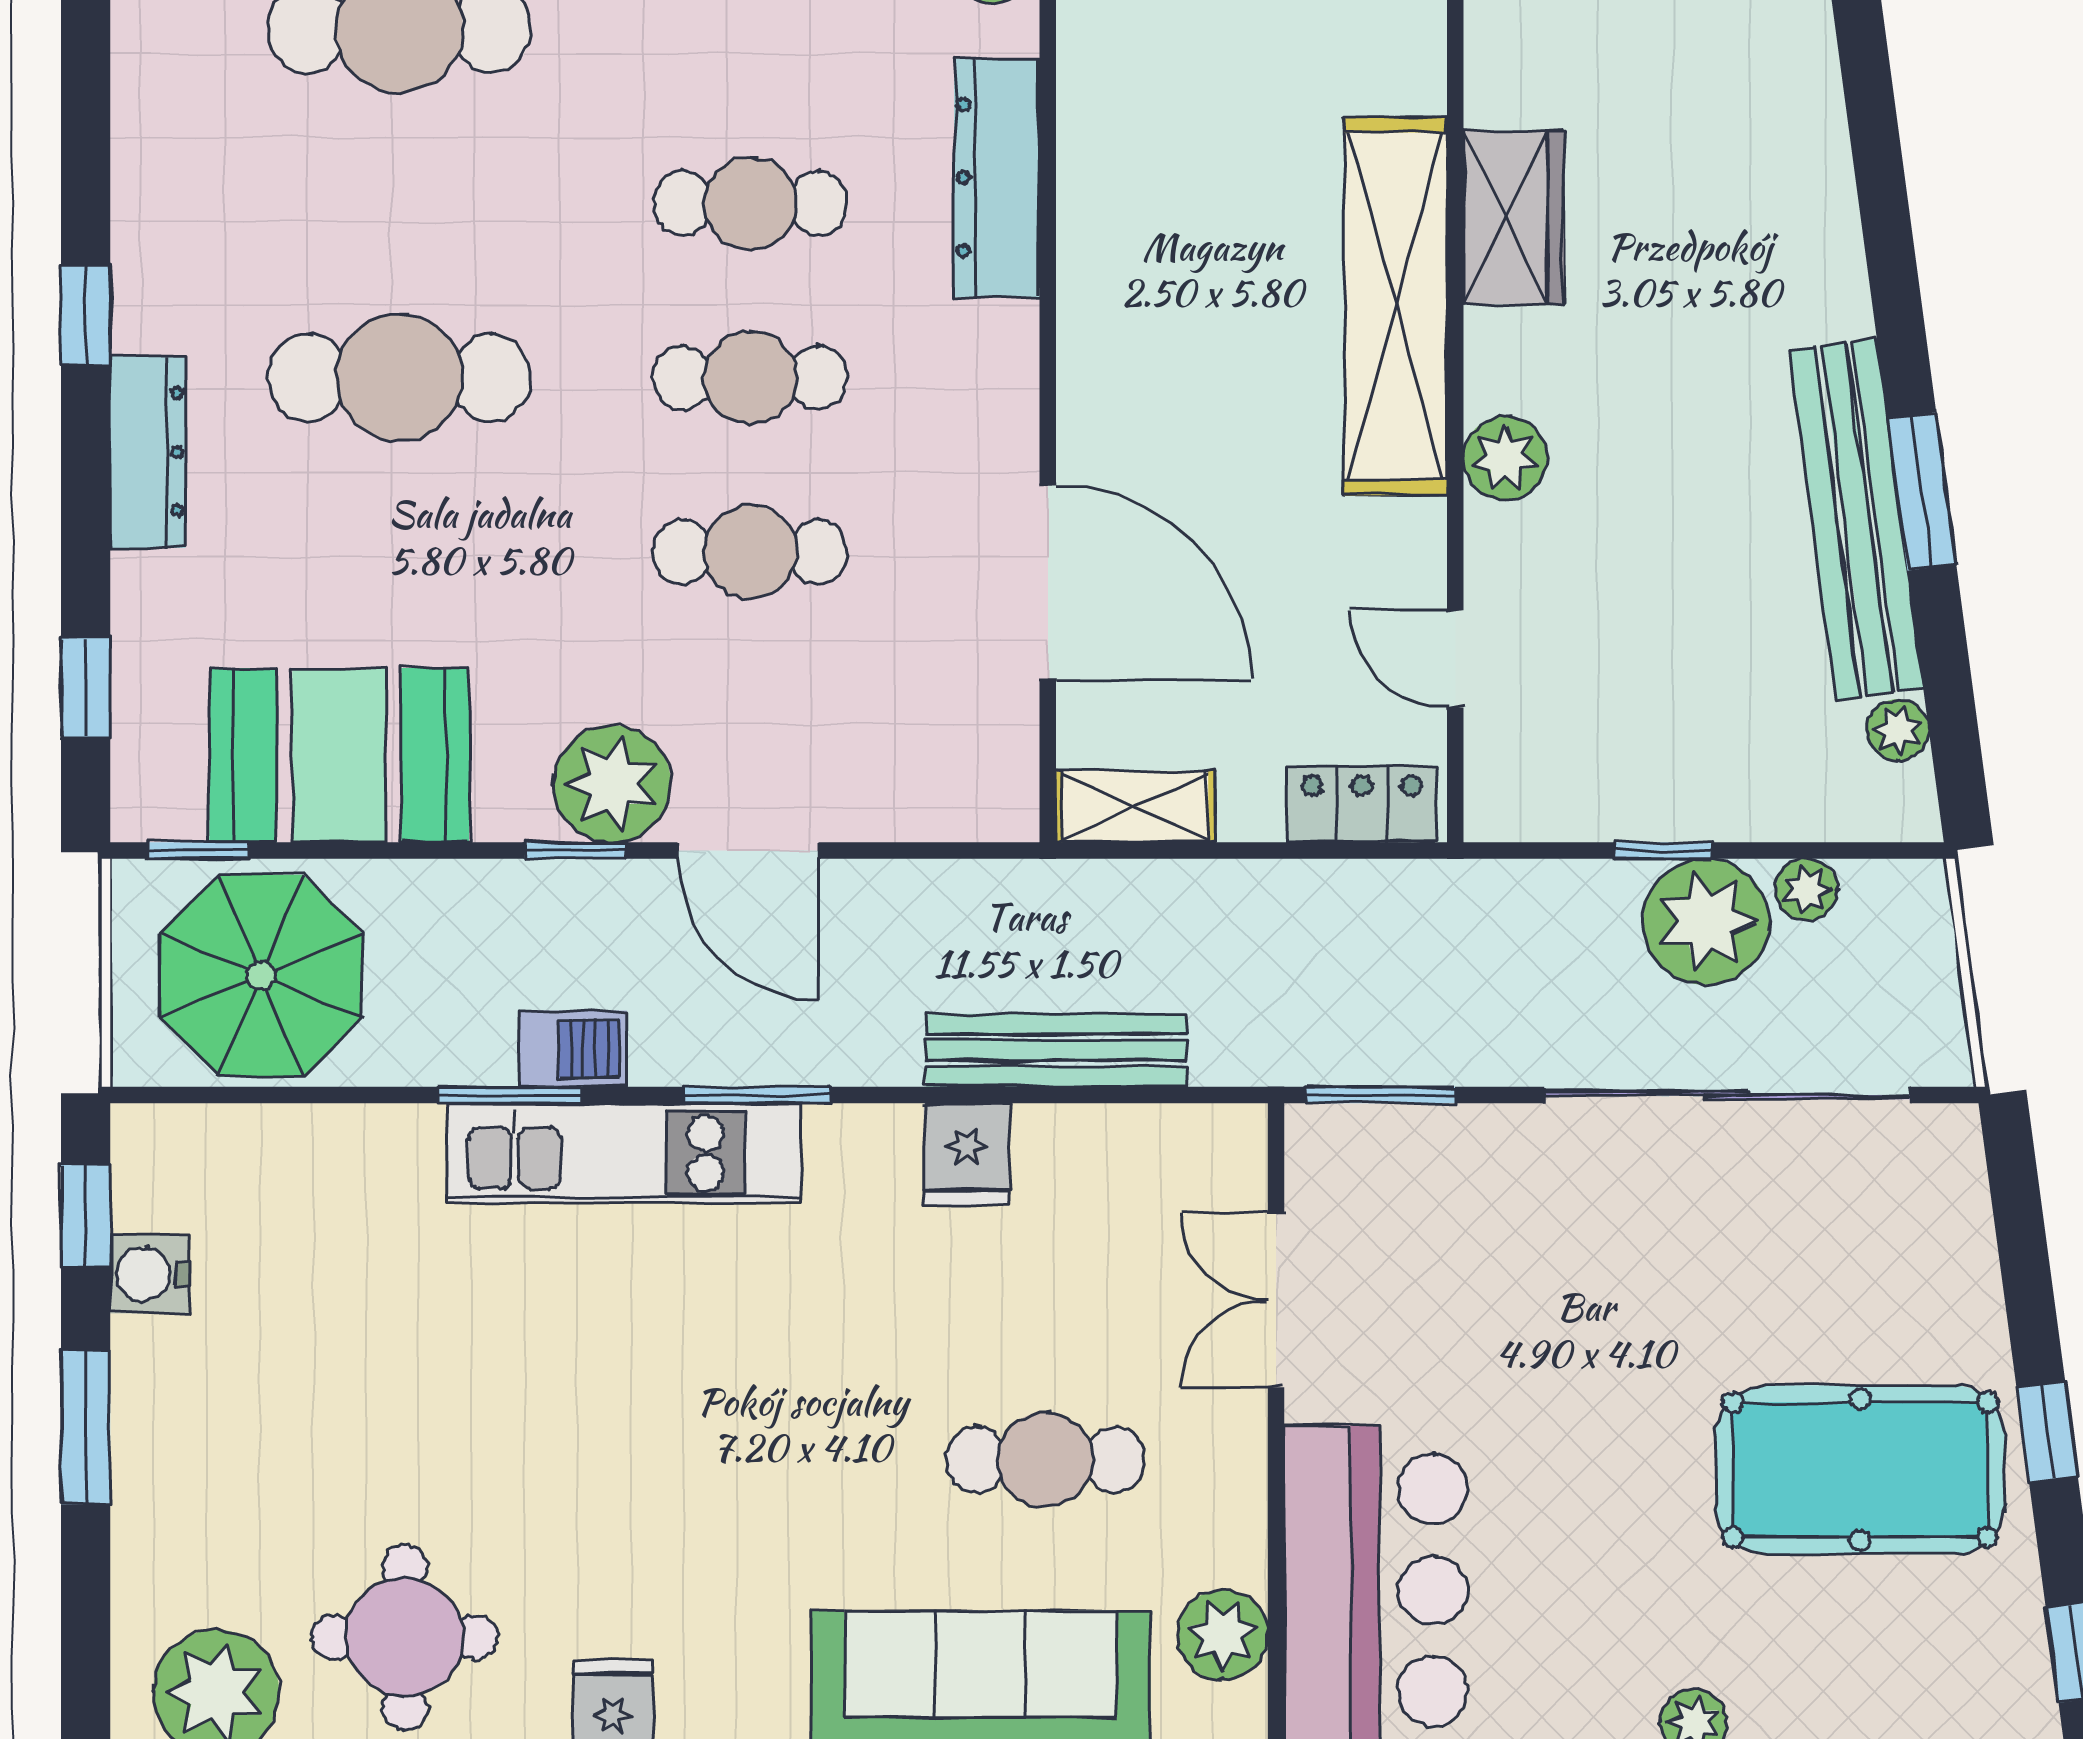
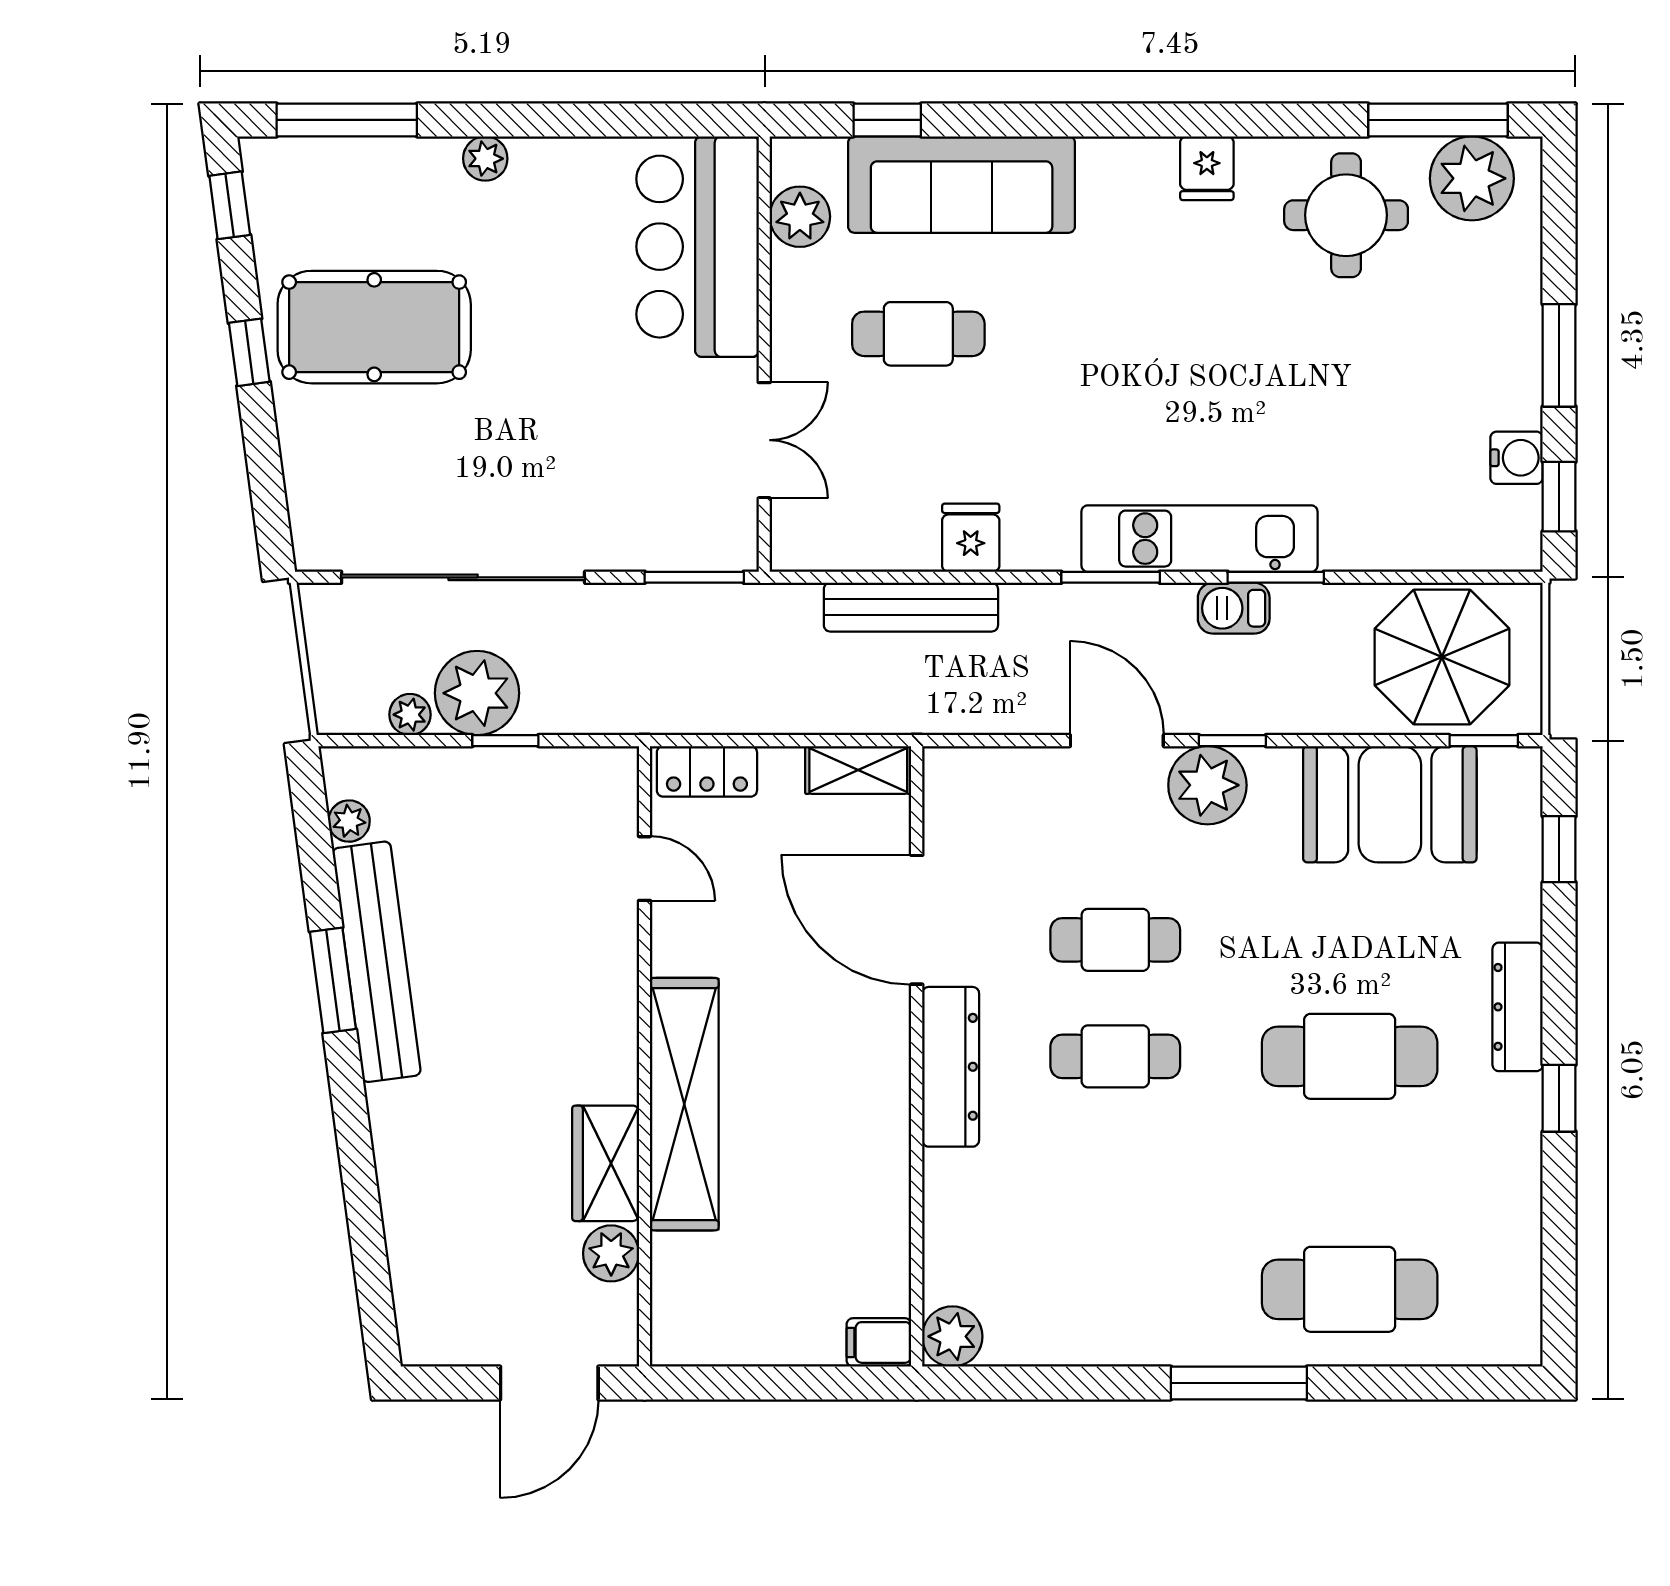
dresser: (997, 178) -> (951, 1067), moved
cafe table: (750, 203) -> (1115, 1173), removed
plant: (1505, 458) -> (611, 1253), moved

